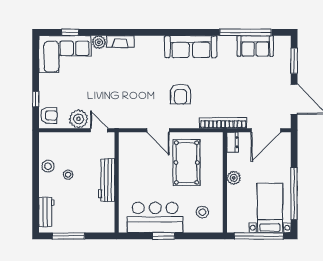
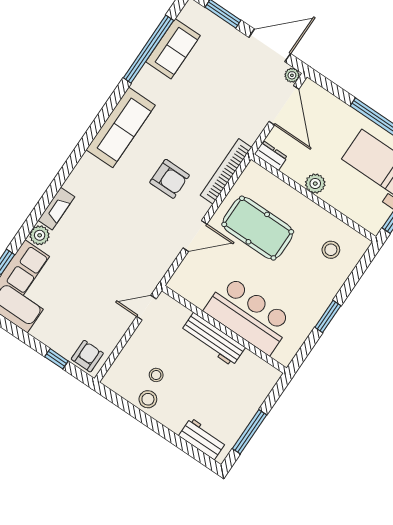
plant: (79, 119) -> (292, 75), moved, width x0.53, depth x0.53
bookcase: (223, 123) -> (226, 171), moved
stool: (68, 175) -> (156, 375), moved
bar counter: (155, 217) -> (249, 315), moved, turned 90

